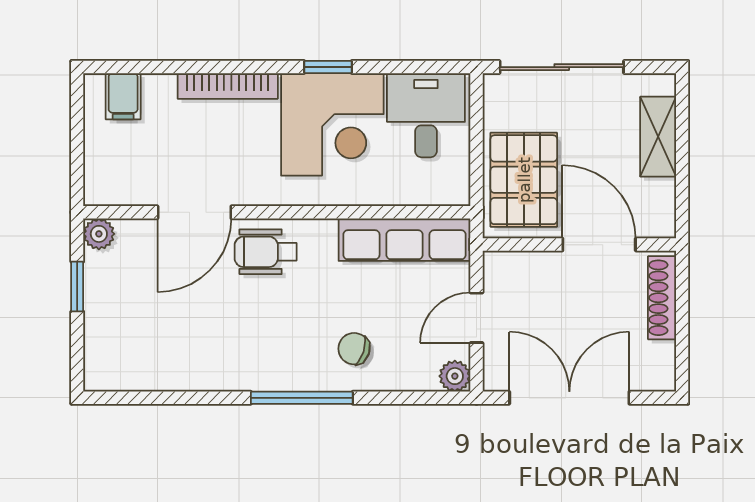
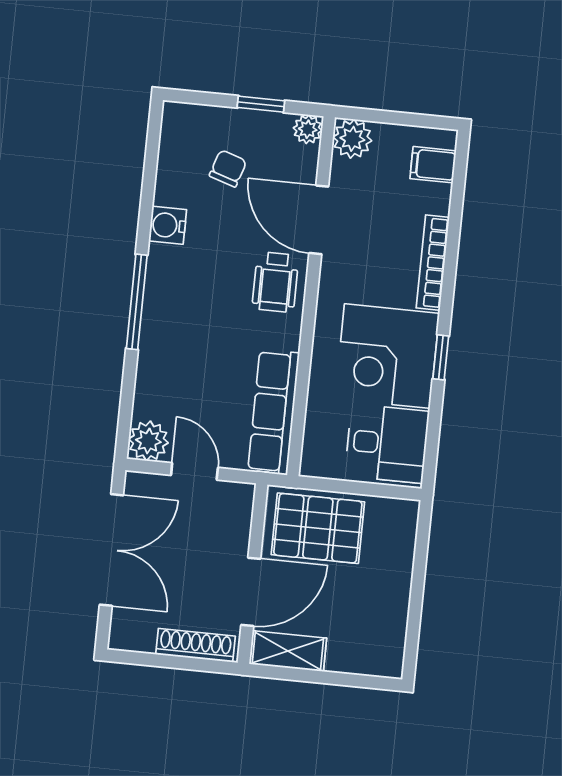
sliding door: (562, 67) -> (419, 574), removed
shelving: (658, 137) -> (288, 651), moved
plant: (104, 185) -> (352, 139), added
wheelchair: (266, 252) -> (275, 282), turned 180
chair: (354, 349) -> (228, 168), moved
water cooler: (217, 373) -> (168, 225), added
plant: (455, 376) -> (148, 441), width x1.38, depth x1.38

